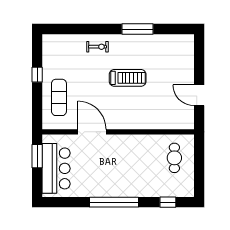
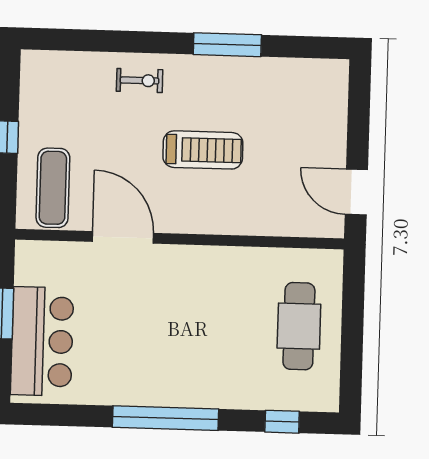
door: (92, 132) -> (123, 237), moved
wall: (118, 132) -> (180, 239), moved
cafe table: (174, 158) -> (299, 326), width x1.37, depth x1.35

